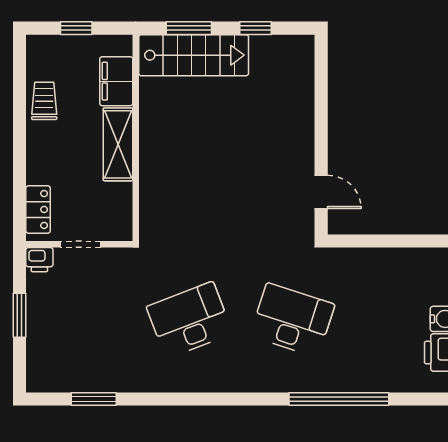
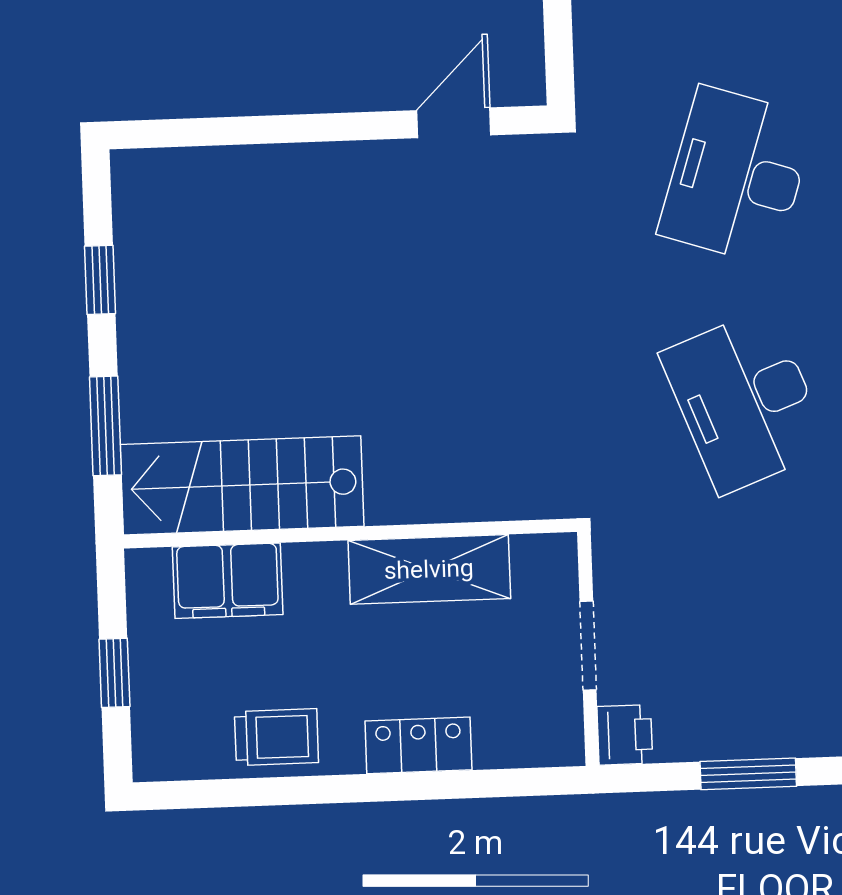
stairs: (194, 55) -> (242, 485), moved, turned -90
trolley: (44, 101) -> (277, 737), turned 180
shelving: (118, 144) -> (429, 569), moved
locker: (38, 209) -> (418, 745), moved

